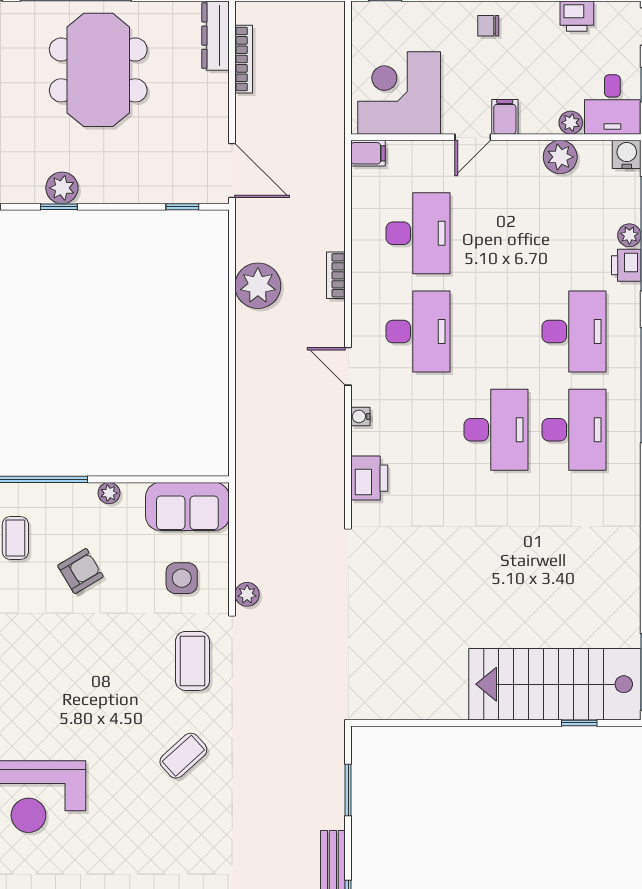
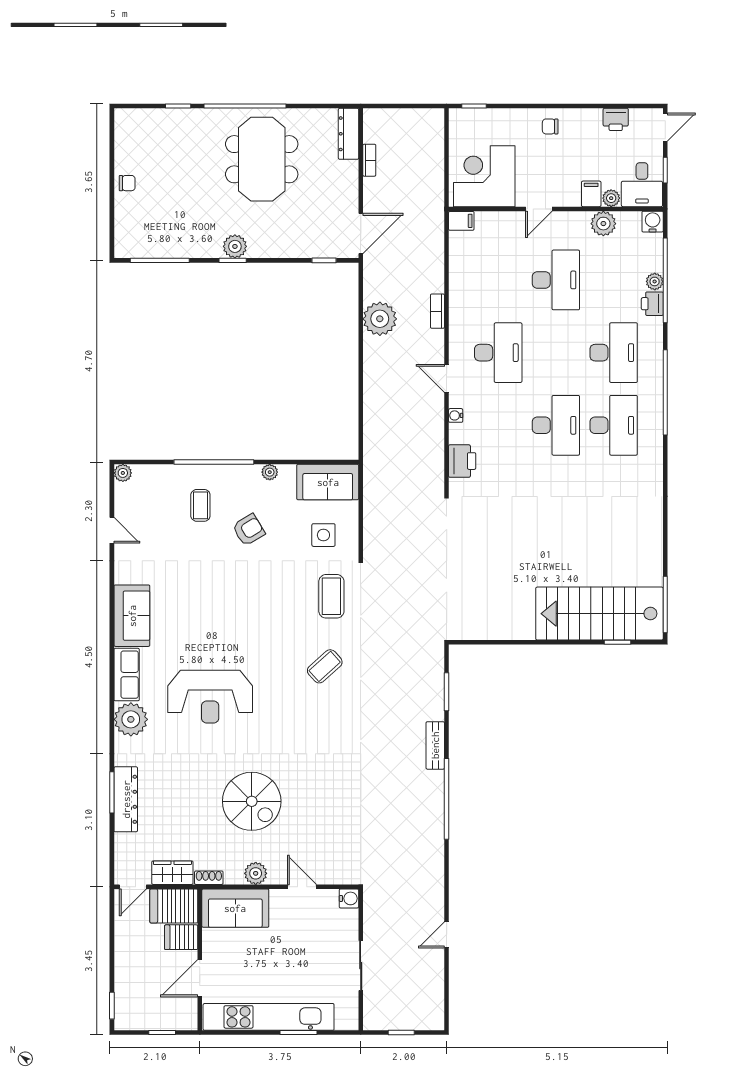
bookcase: (244, 59) -> (369, 160), width x0.64
filing cabinet: (505, 117) -> (591, 194), moved
door: (232, 170) -> (361, 234), hinge flipped
desk: (418, 233) -> (556, 280), moved
plant: (247, 594) -> (372, 547), removed

